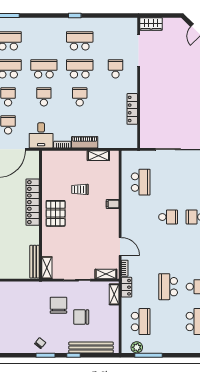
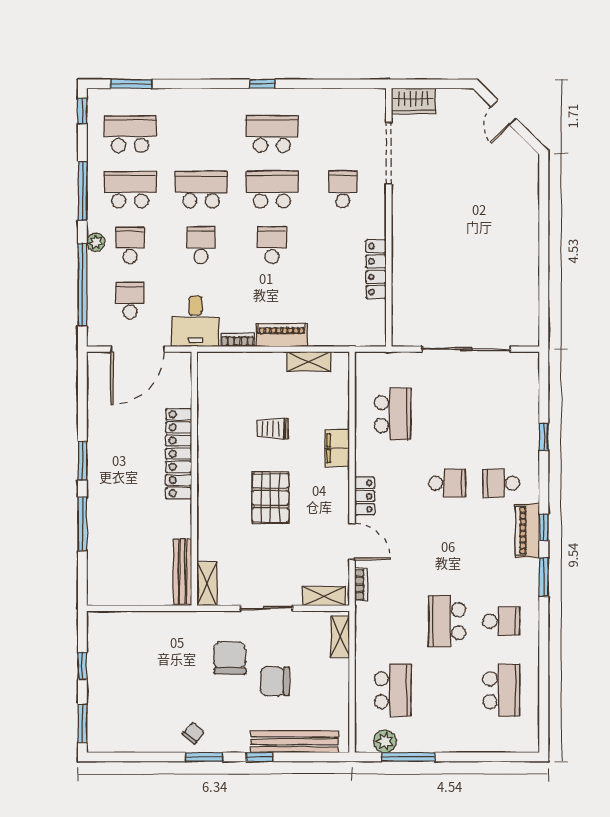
filing cabinet: (113, 204) -> (337, 448), width x2.00
pallet: (56, 213) -> (270, 498), moved
locker: (126, 287) -> (365, 496), moved

